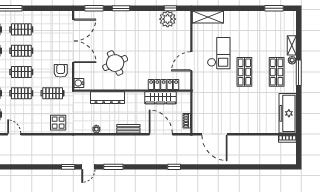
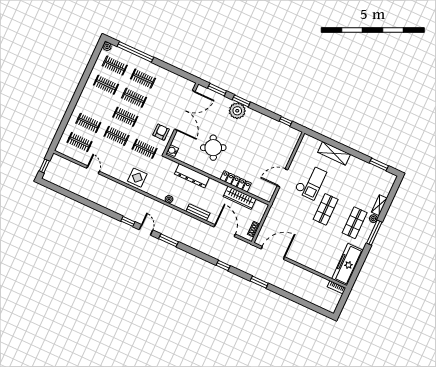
shelving: (208, 17) -> (334, 153), moved
plant: (168, 19) -> (237, 111), moved
locker: (164, 84) -> (236, 181), moved
door: (214, 134) -> (273, 253), swing flipped
door: (88, 167) -> (146, 230), swing flipped
window: (214, 167) -> (259, 282), added

